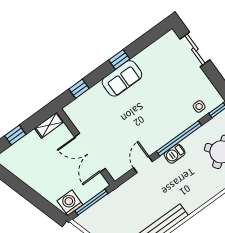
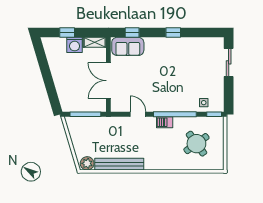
sofa: (122, 78) -> (128, 46), moved
door: (143, 165) -> (138, 114), hinge flipped
washing machine: (70, 203) -> (75, 45), moved, turned 180

